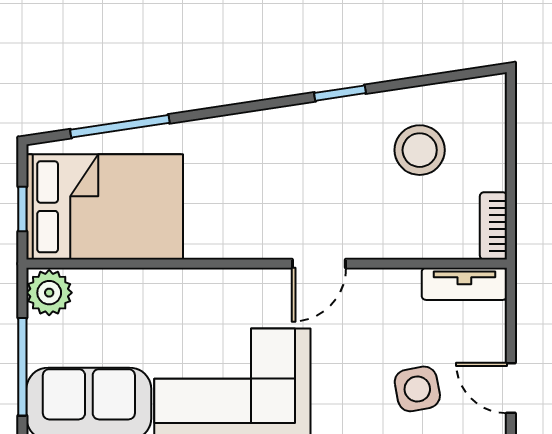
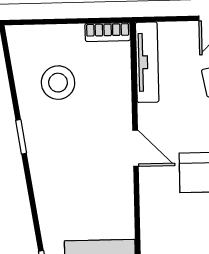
tv unit: (464, 284) -> (147, 62), width x1.41

